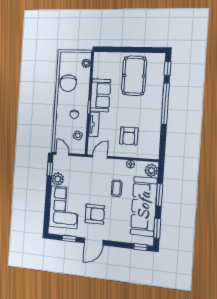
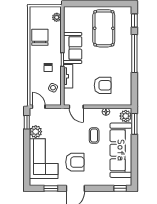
chair: (68, 83) -> (40, 37), turned 180
armchair: (129, 136) -> (103, 85), turned -90
door: (100, 157) -> (76, 107), swing flipped
window: (159, 195) -> (134, 124), moved
window: (157, 228) -> (134, 169), removed

